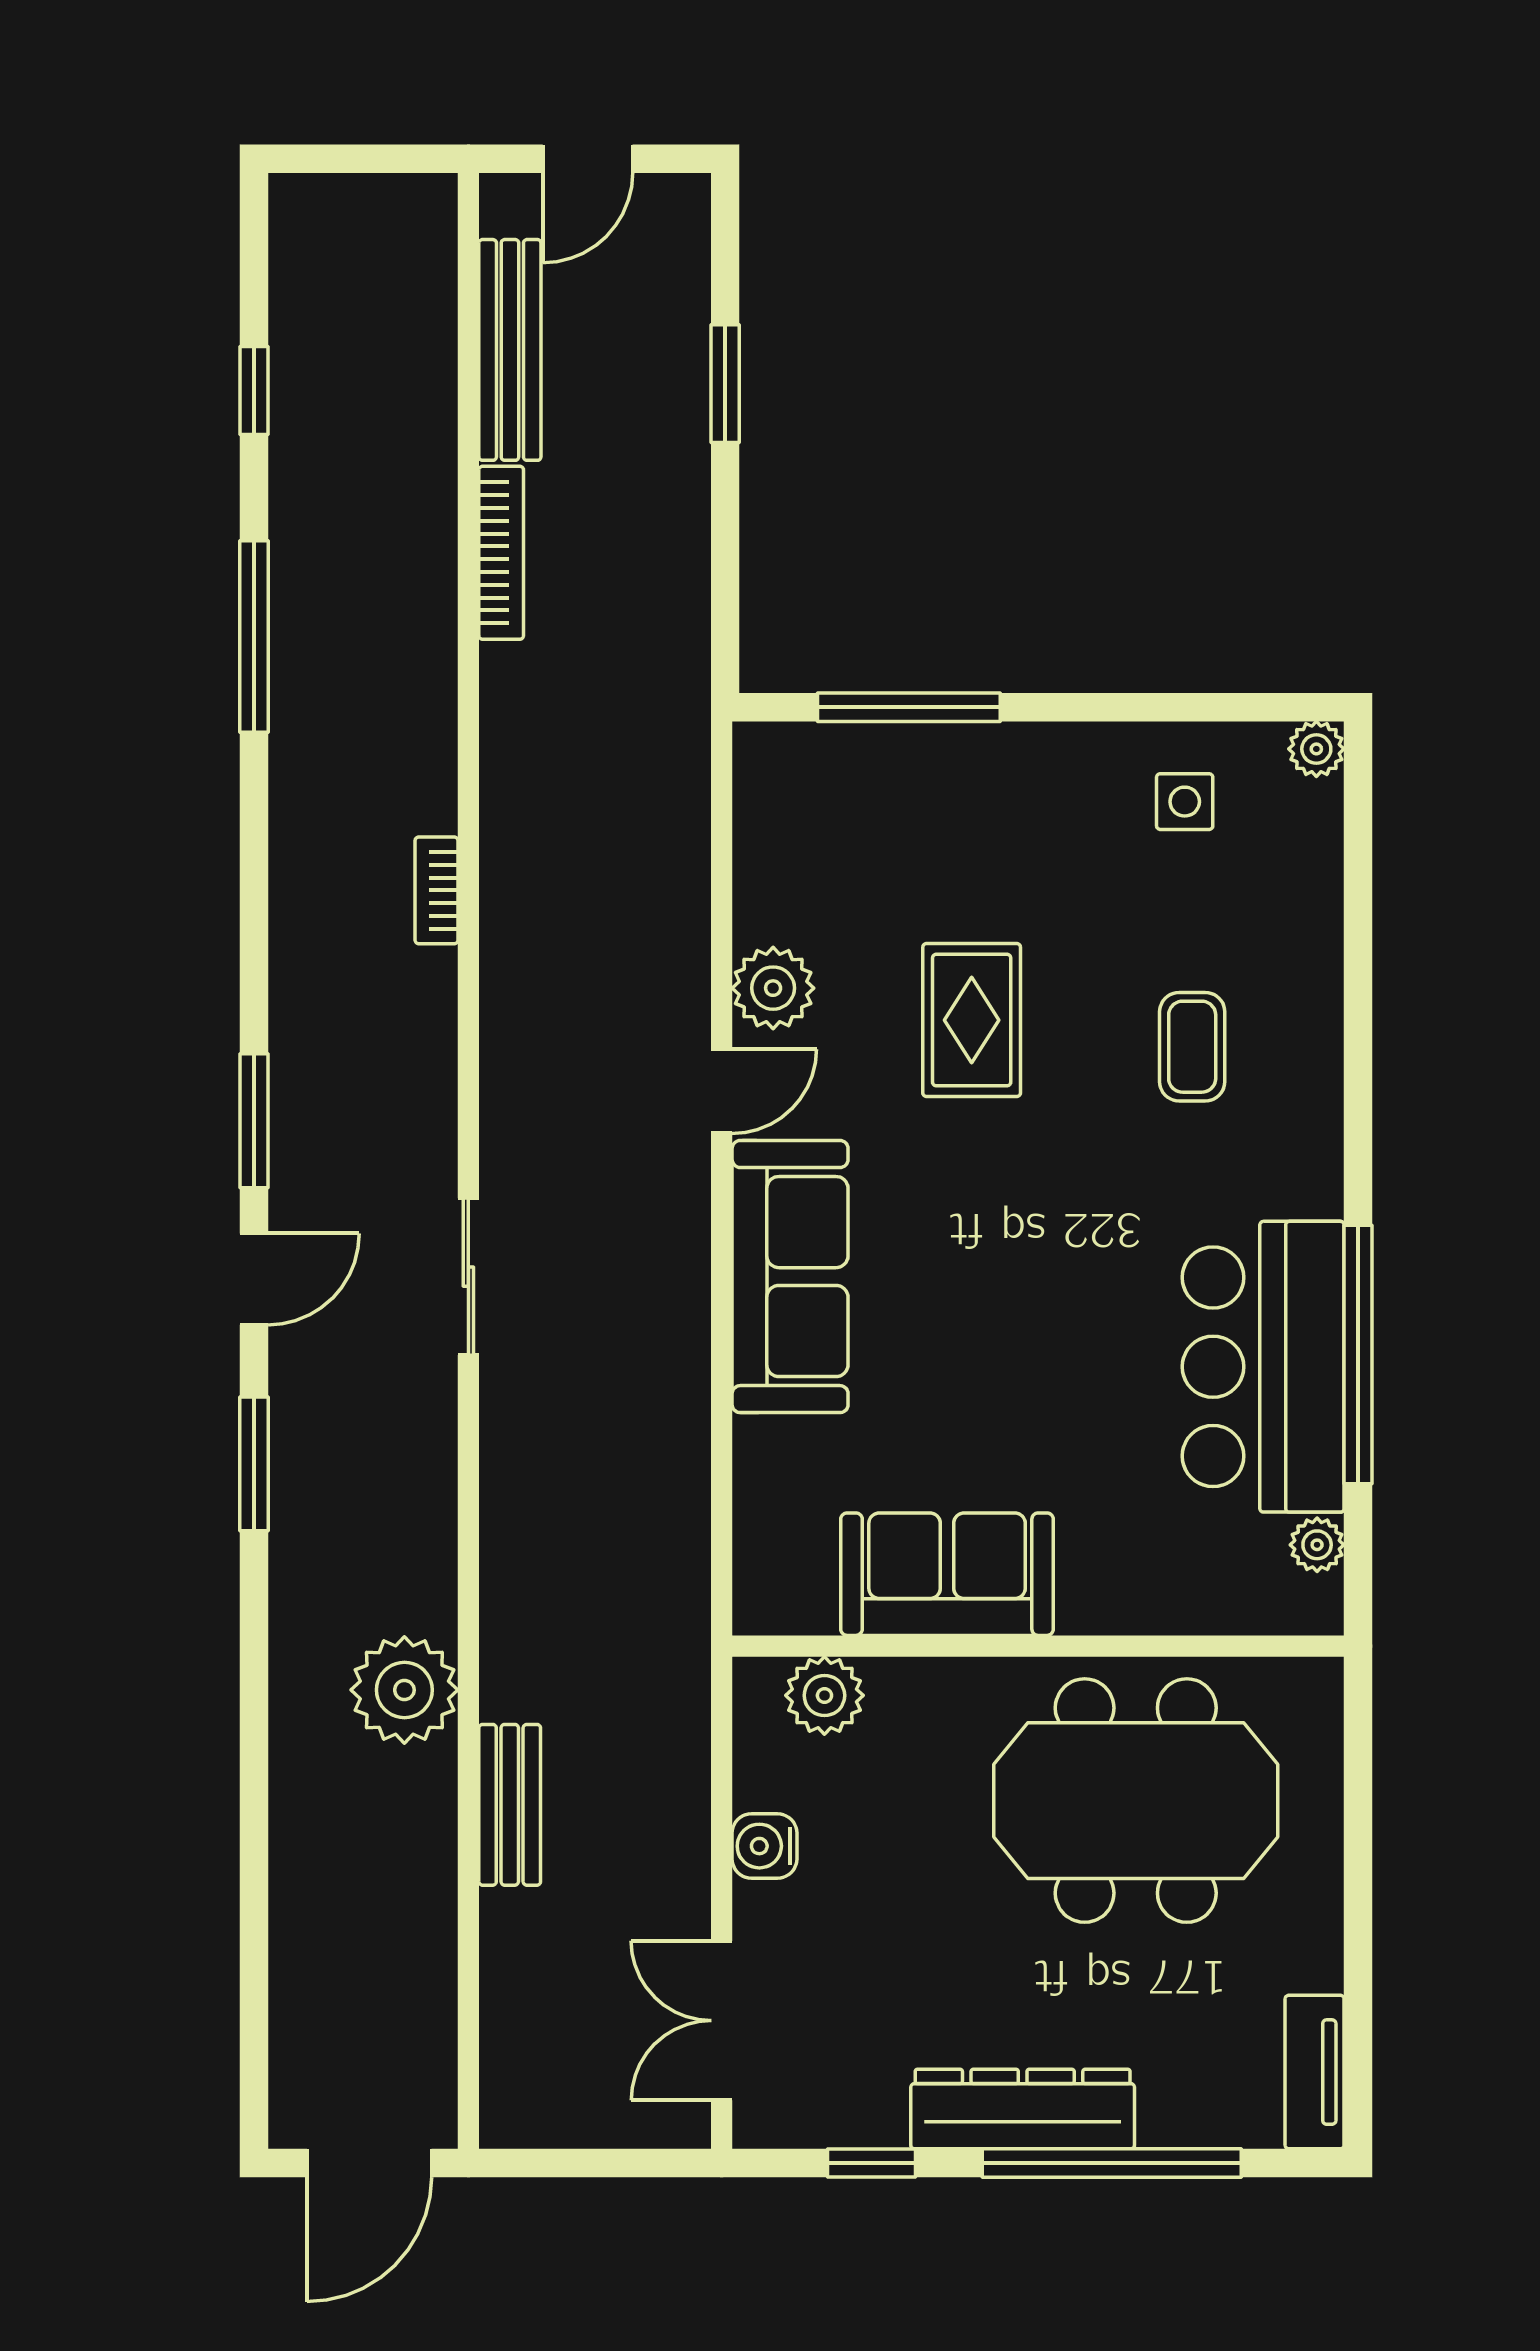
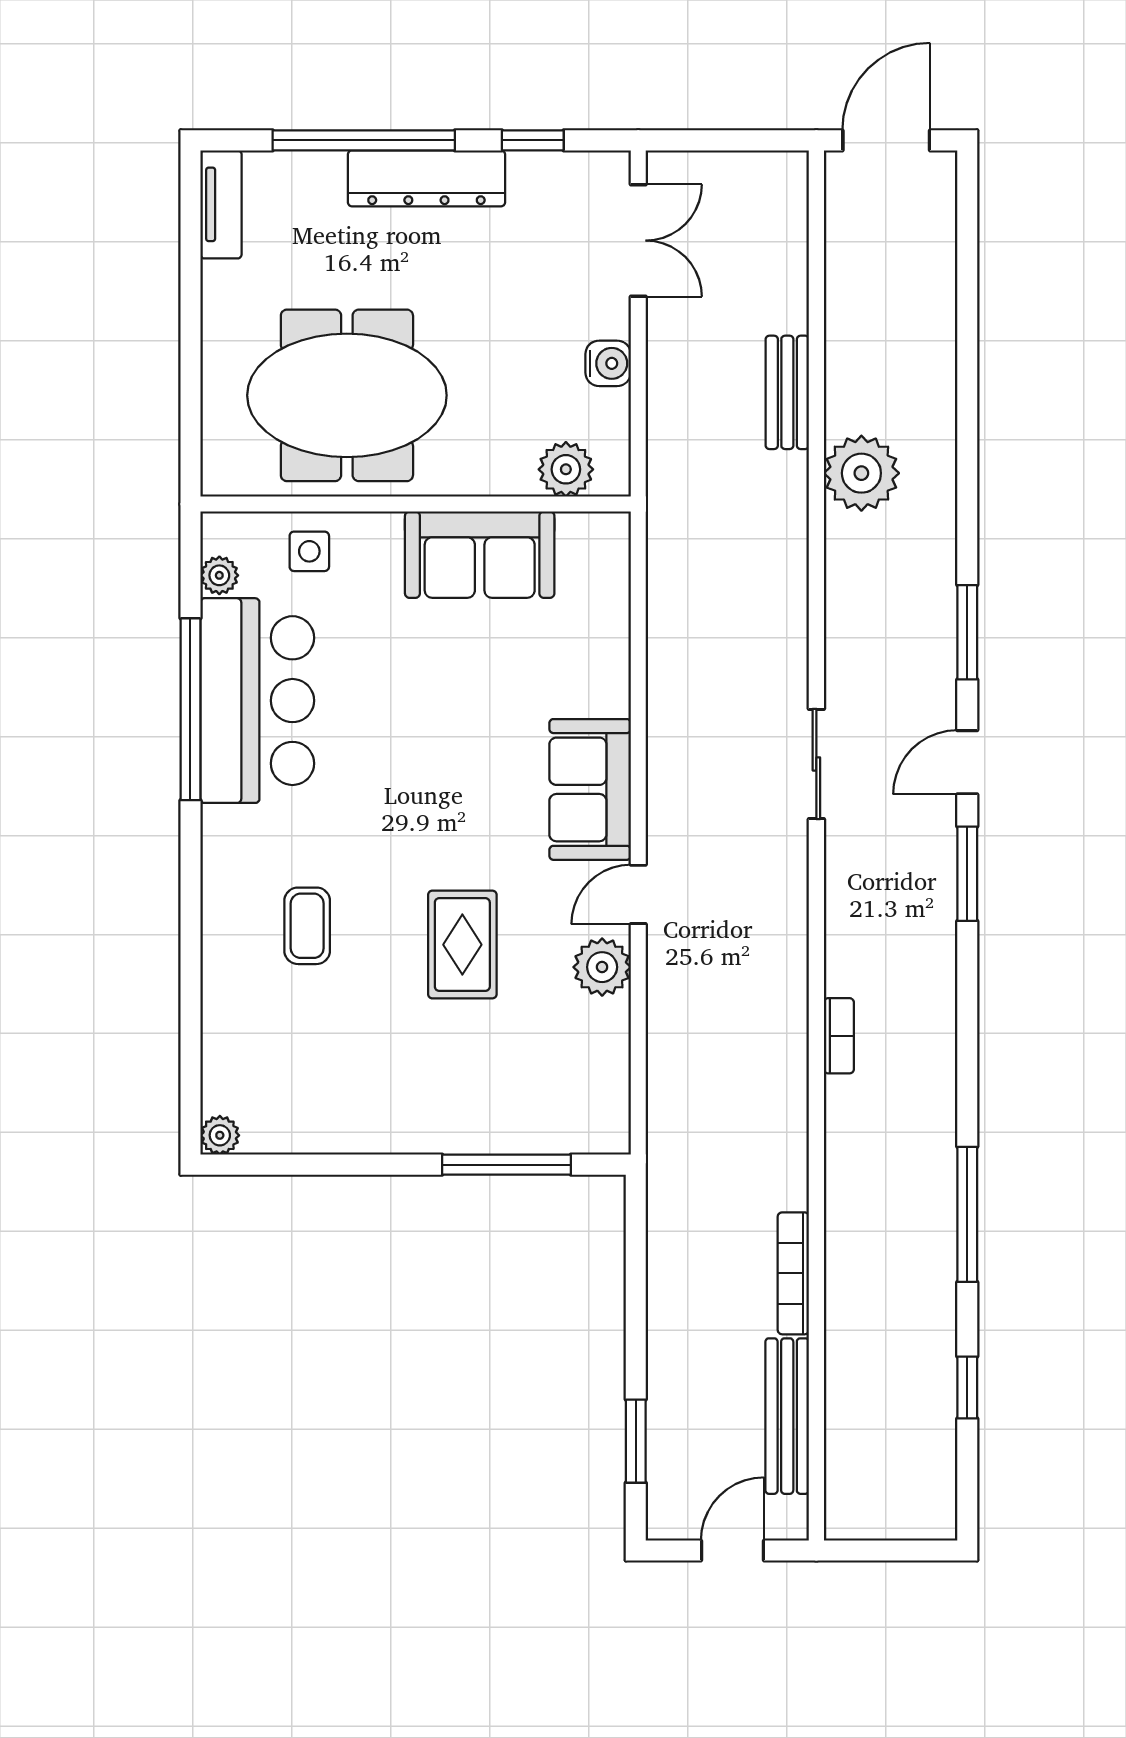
window: (725, 384) -> (636, 1441), moved
side table: (1185, 802) -> (309, 551), moved
sofa: (790, 1277) -> (590, 789), width x0.73

